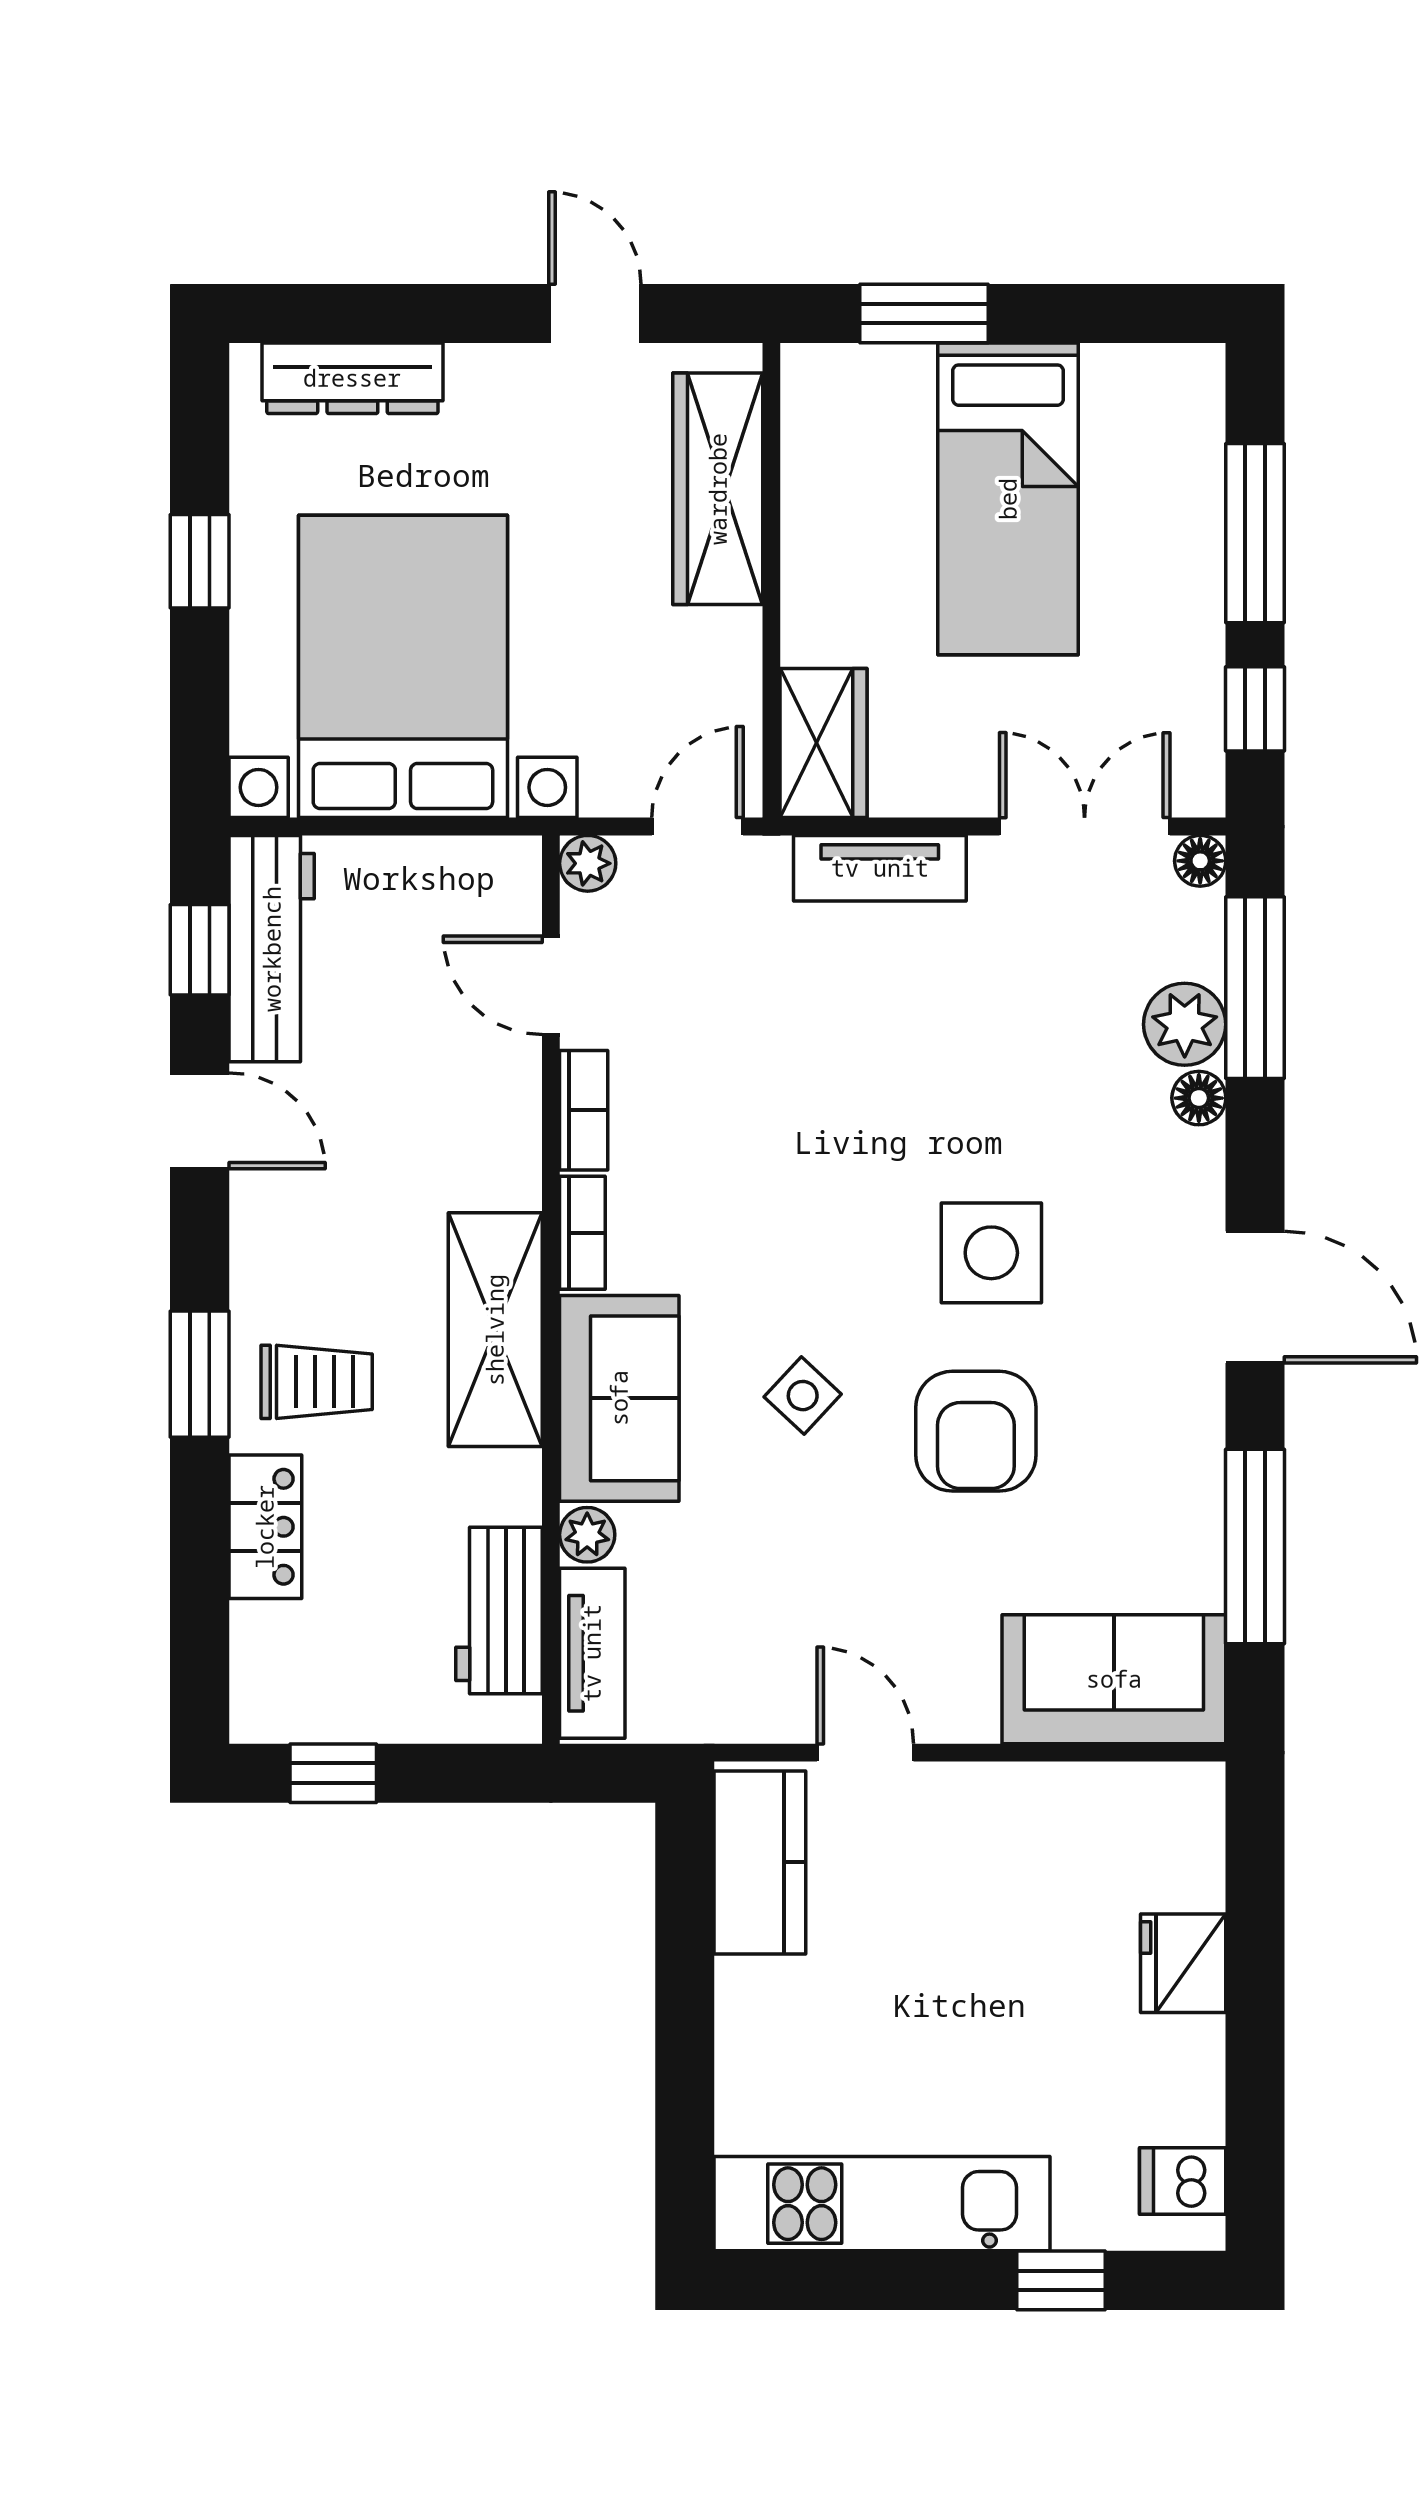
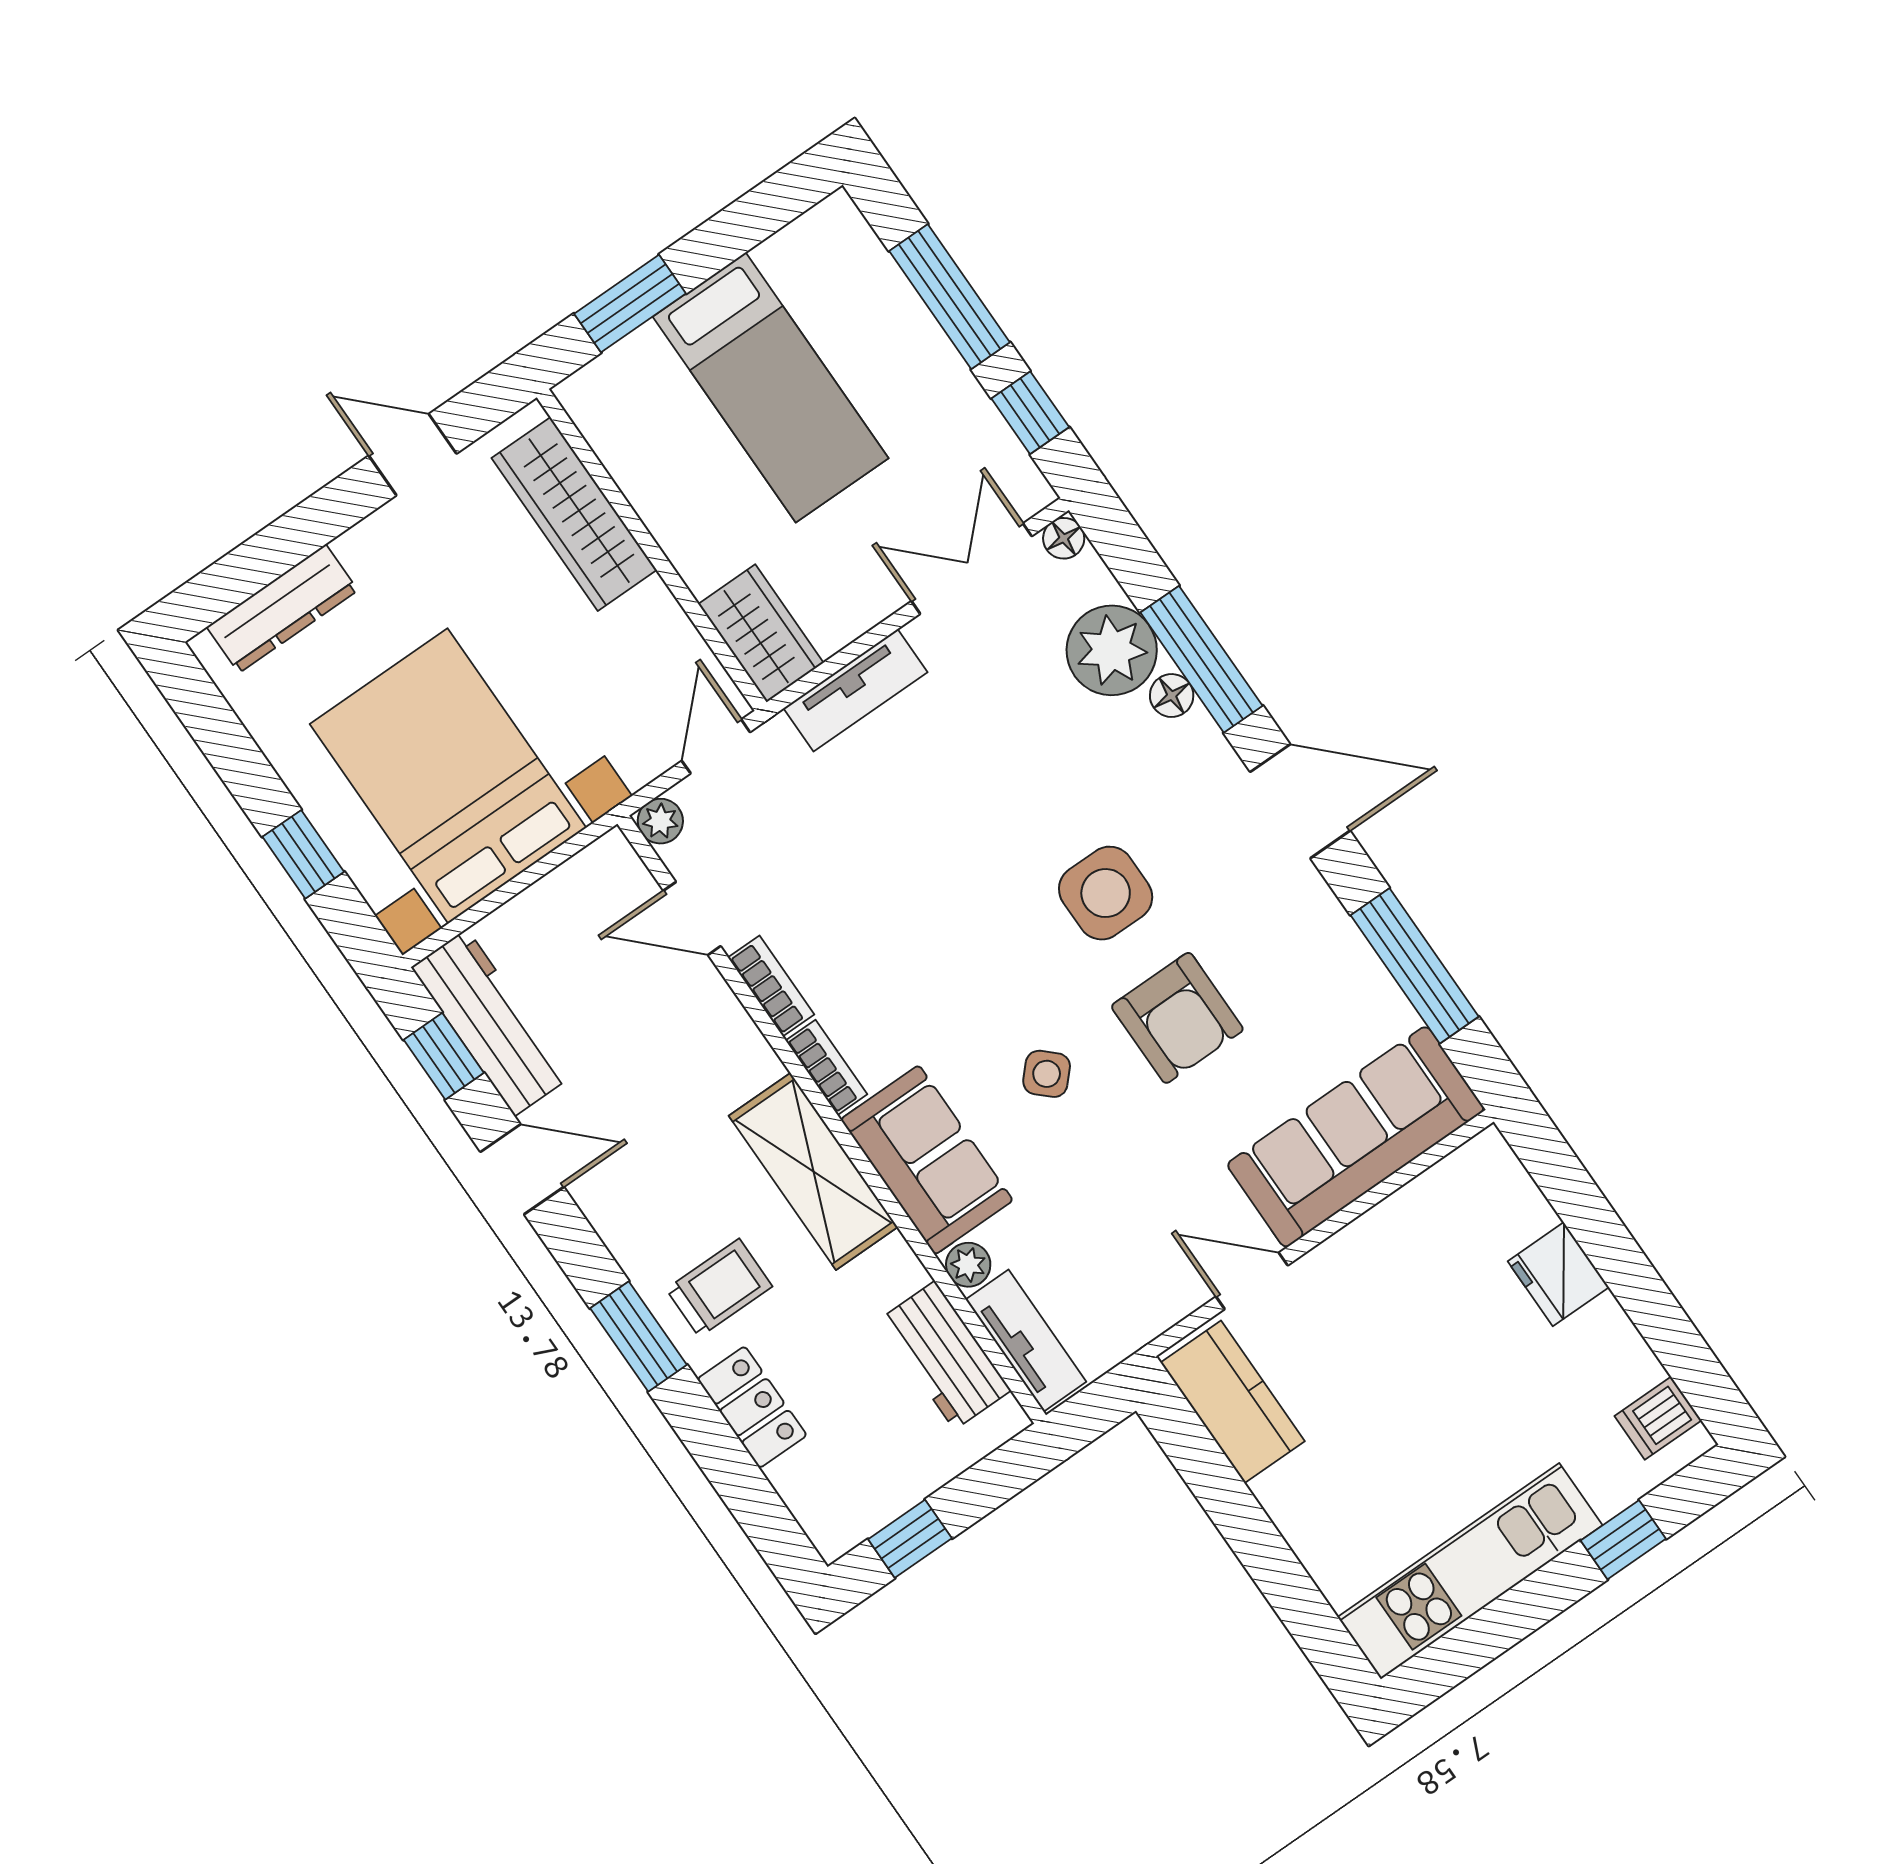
window: (200, 561) -> (303, 854), moved
window: (1255, 988) -> (1201, 659), moved
plant: (1185, 1024) -> (1112, 650), width x1.36, depth x1.36
sofa: (1114, 1679) -> (1356, 1137), width x1.36

